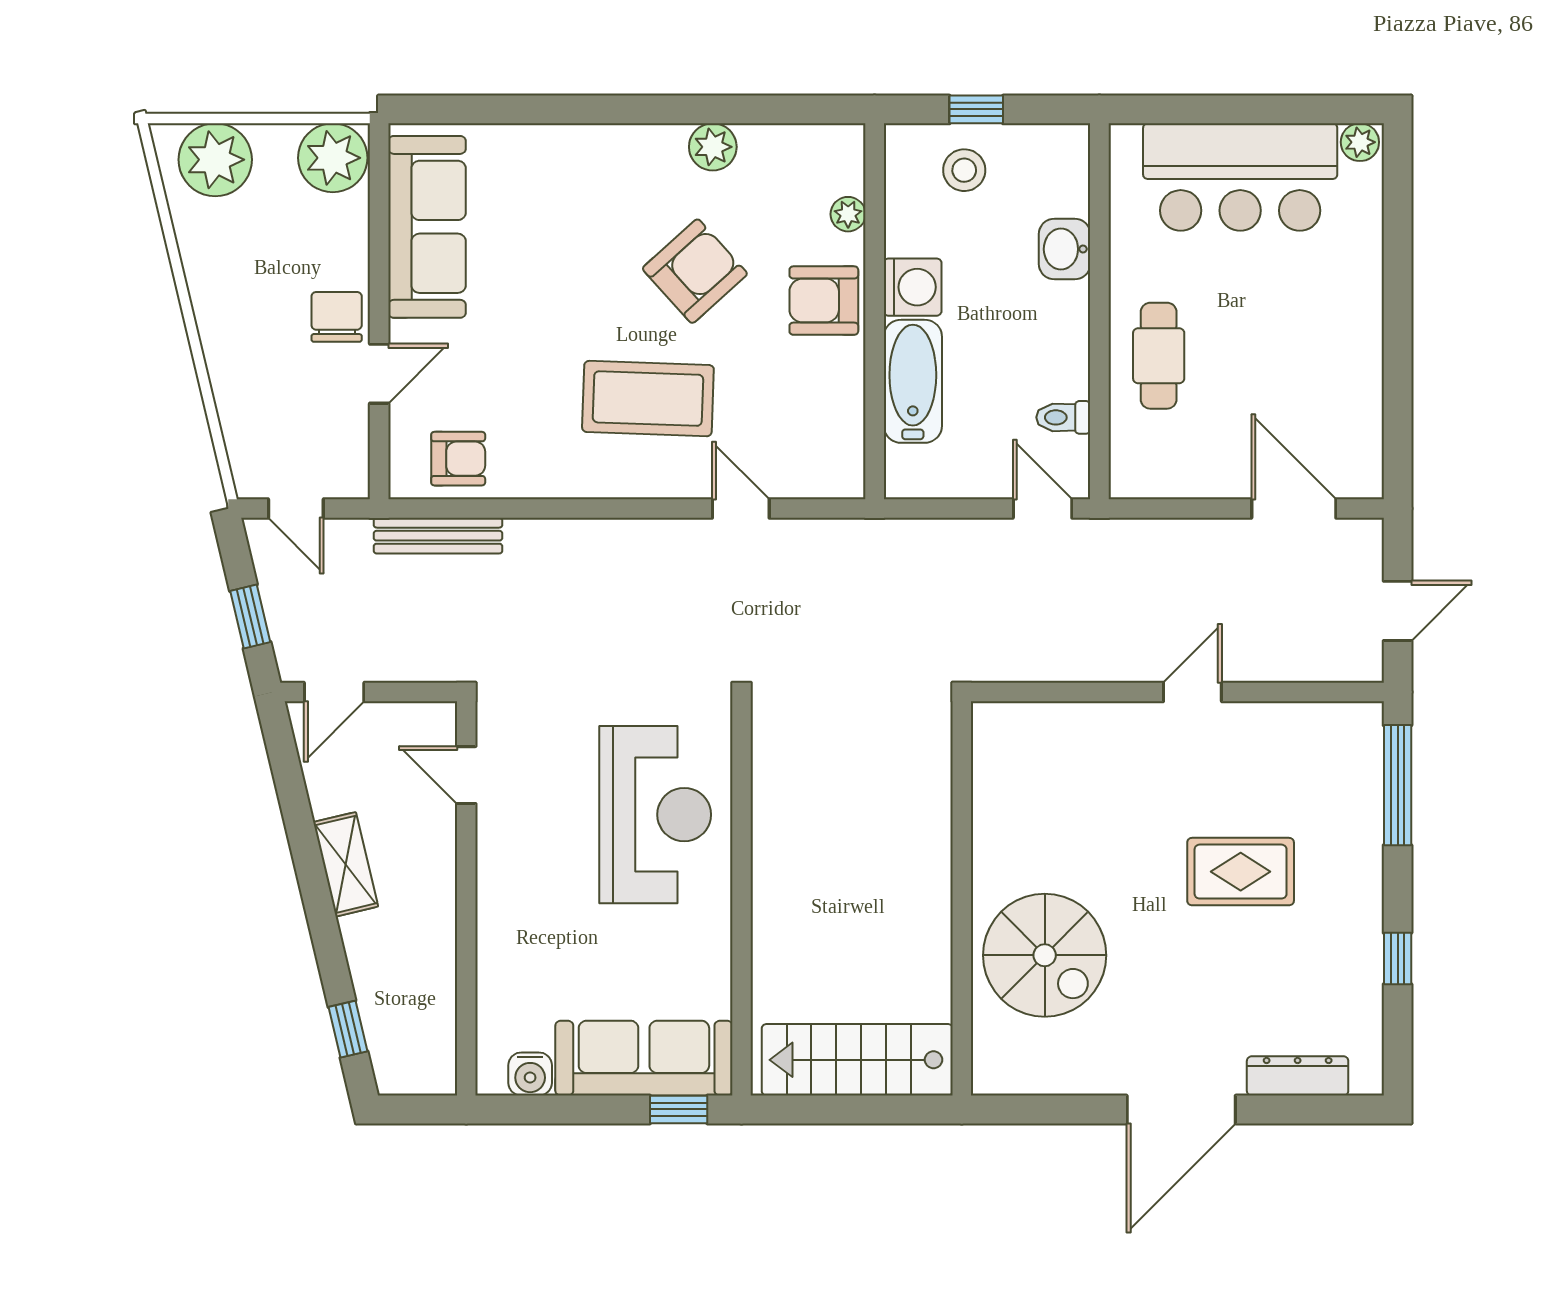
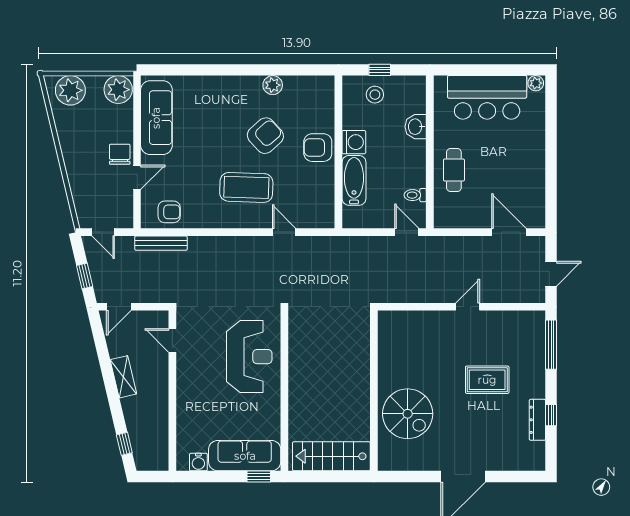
plant: (848, 214) -> (328, 112), removed
dresser: (1298, 1076) -> (537, 420), moved, turned -90

